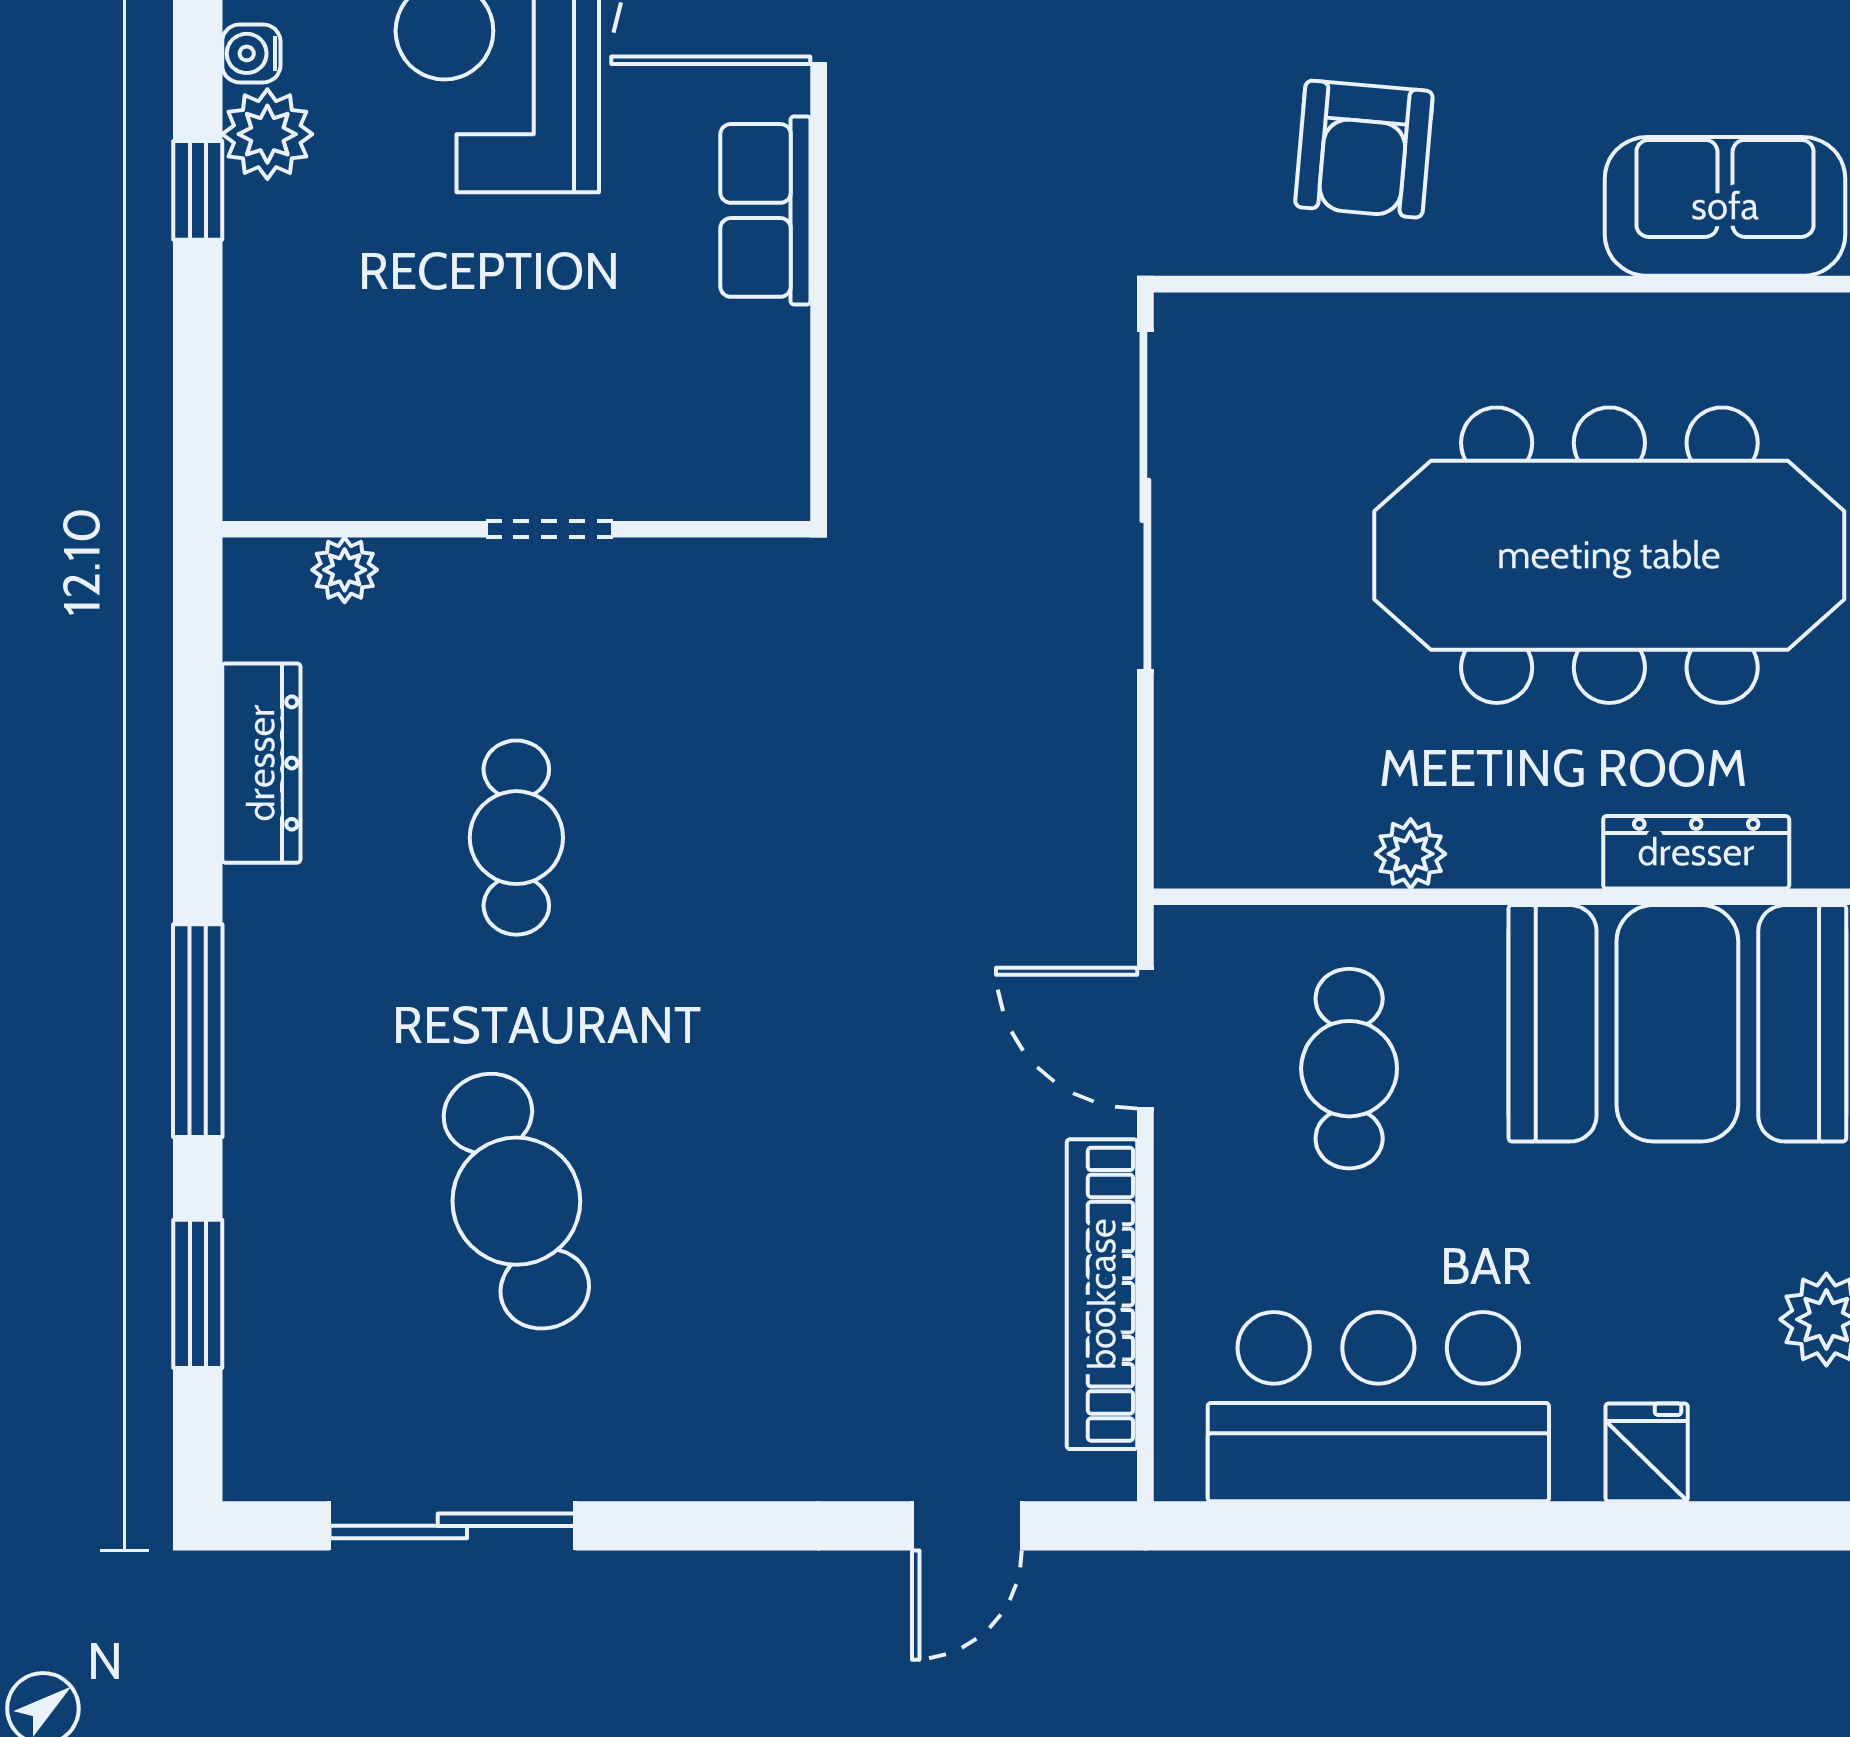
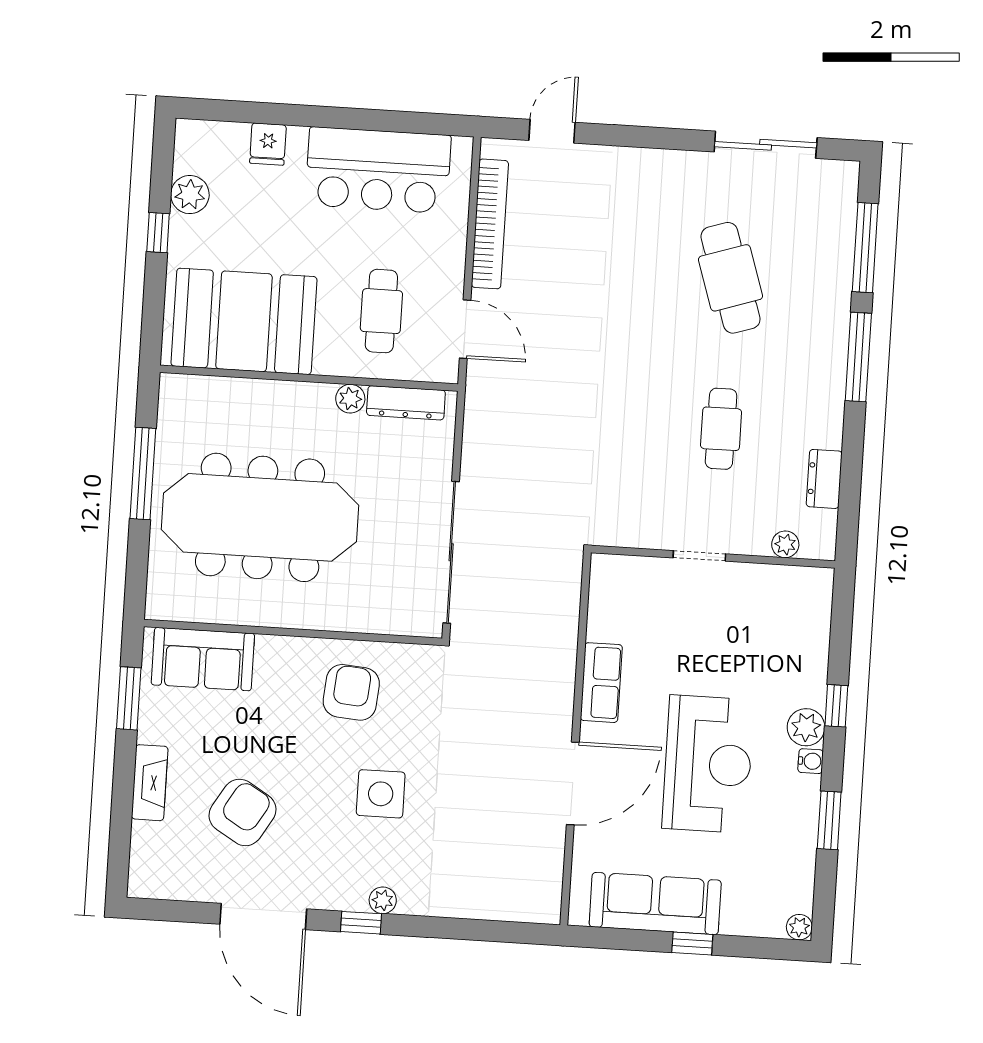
dresser: (261, 763) -> (824, 479), width x0.70
dresser: (1696, 852) -> (406, 403), moved
window: (198, 1294) -> (865, 248), width x1.44

